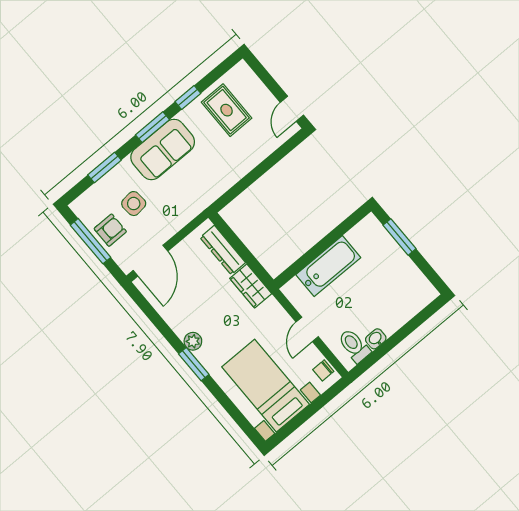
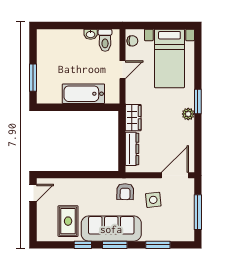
sofa: (163, 150) -> (111, 229), width x1.36
side table: (134, 204) -> (153, 200), moved
armchair: (110, 230) -> (125, 192), moved, turned -89

